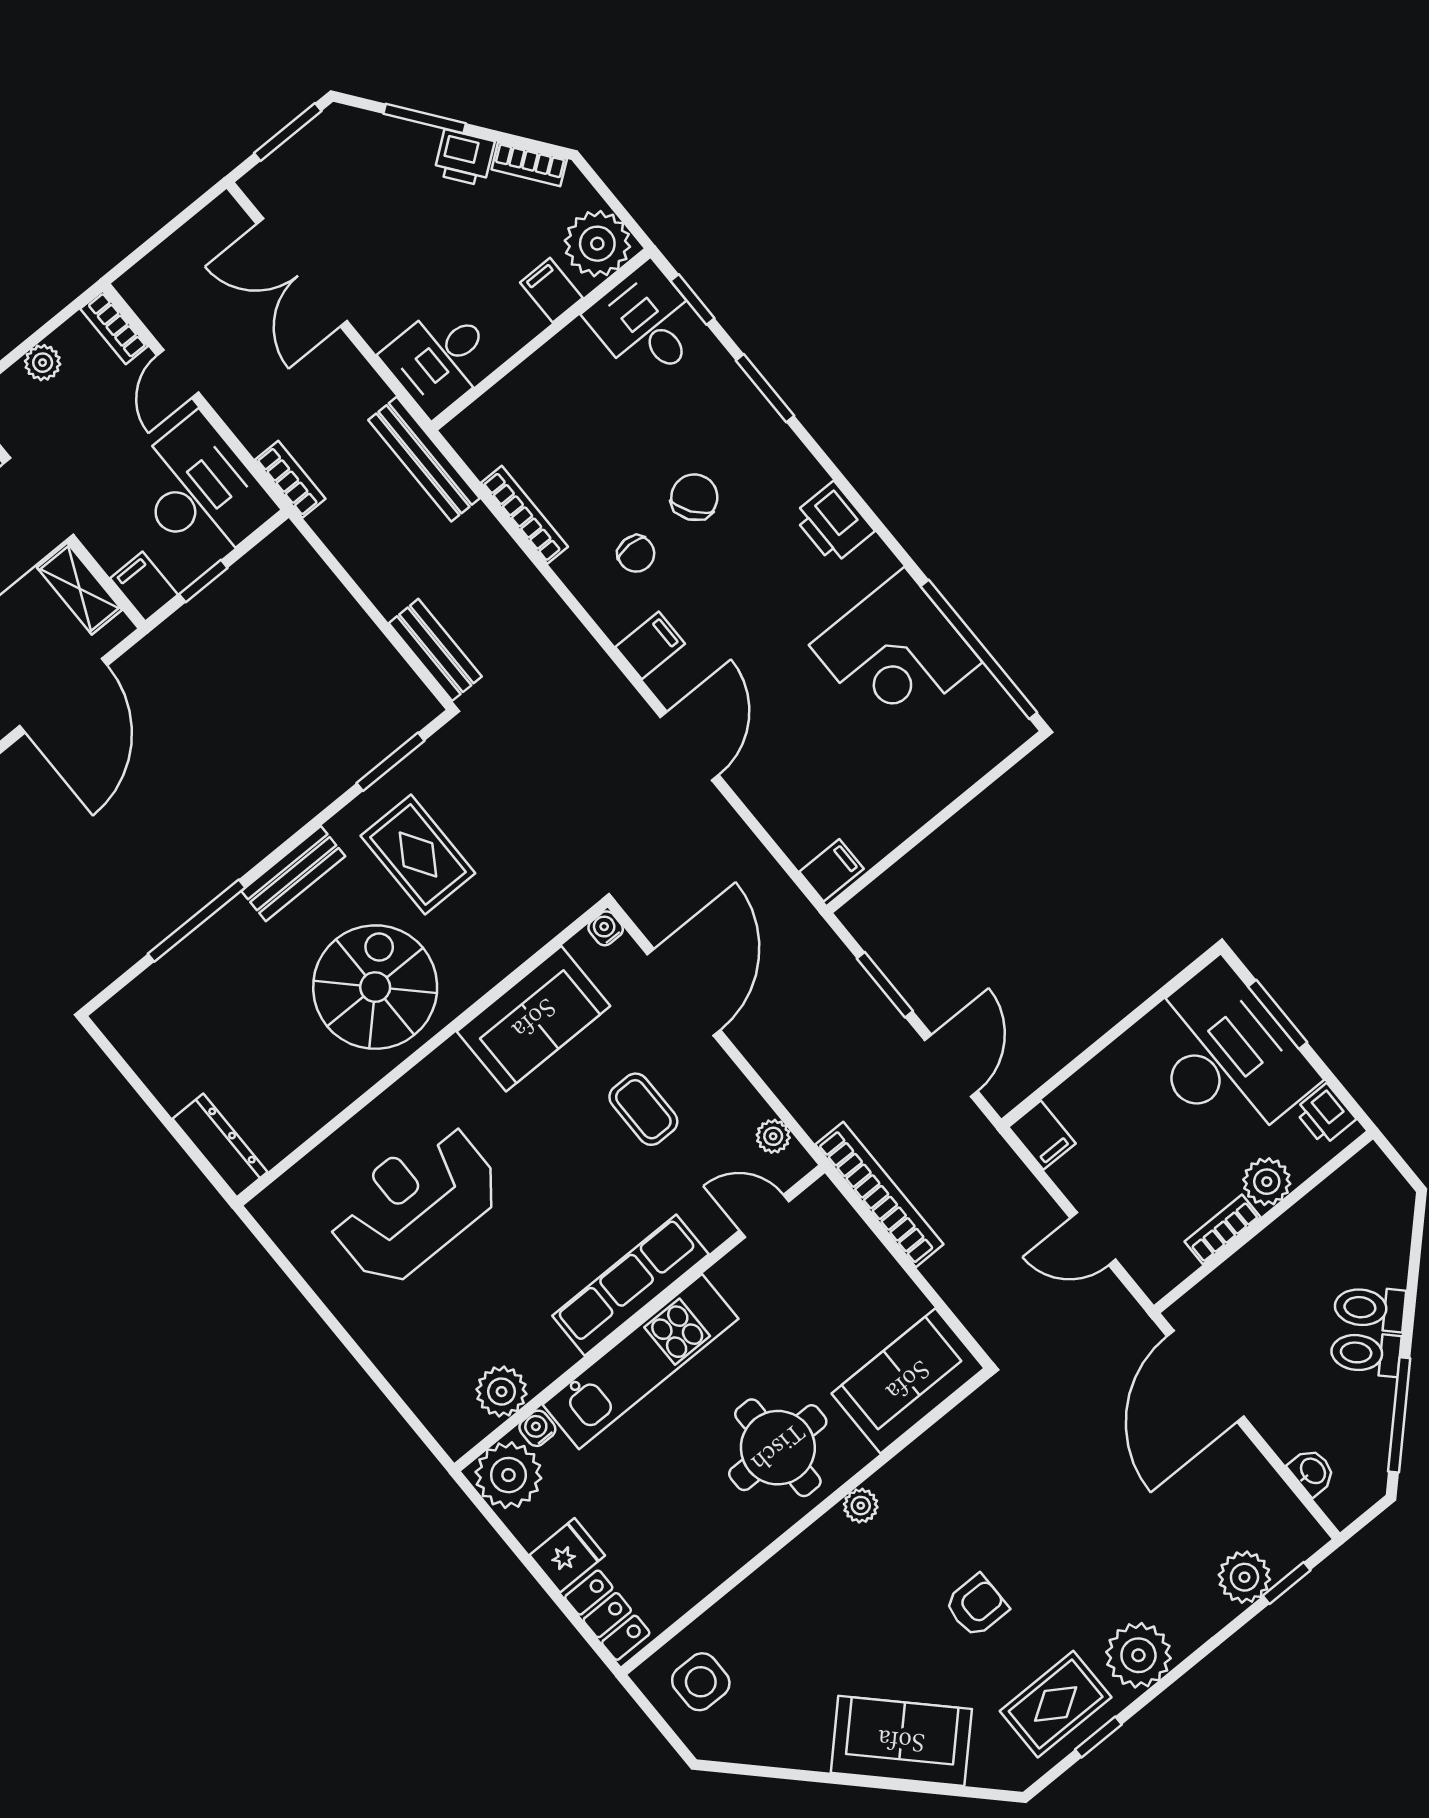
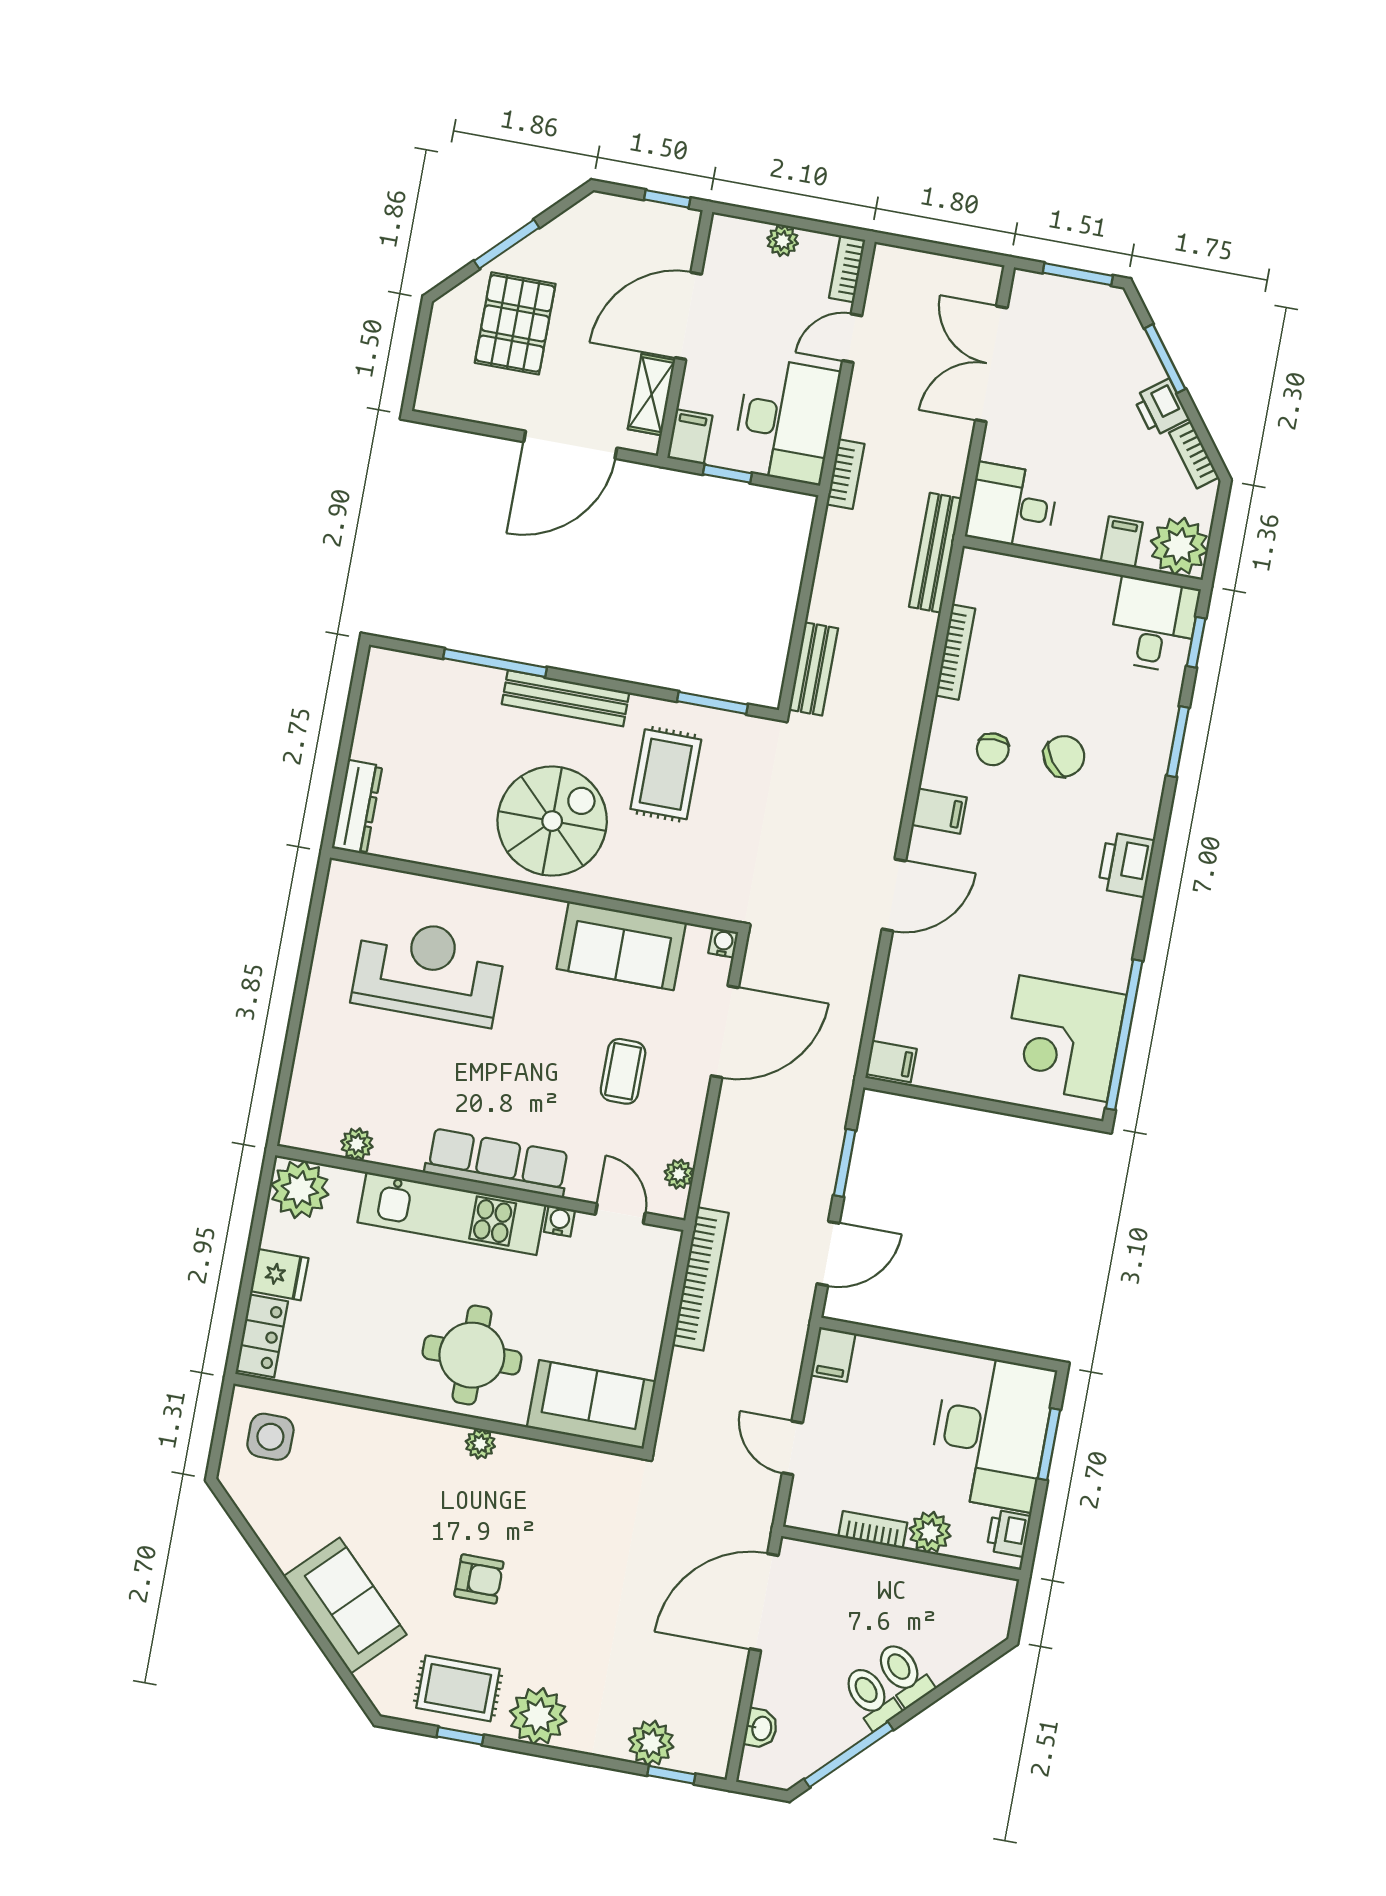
corner desk: (896, 654) -> (1063, 1039), moved
bench: (293, 874) -> (566, 698), width x1.36
plant: (502, 1392) -> (357, 1144), width x0.73, depth x0.73
water cooler: (537, 1428) -> (559, 1221), moved

